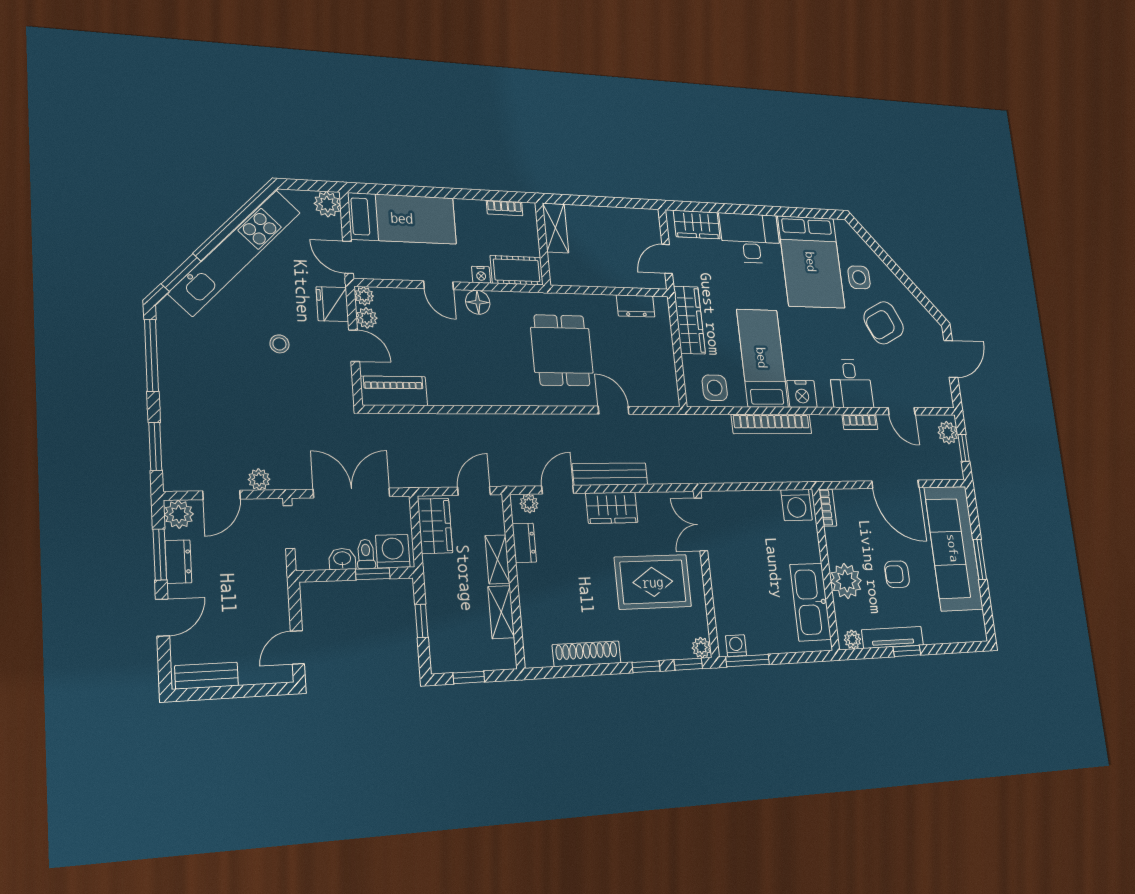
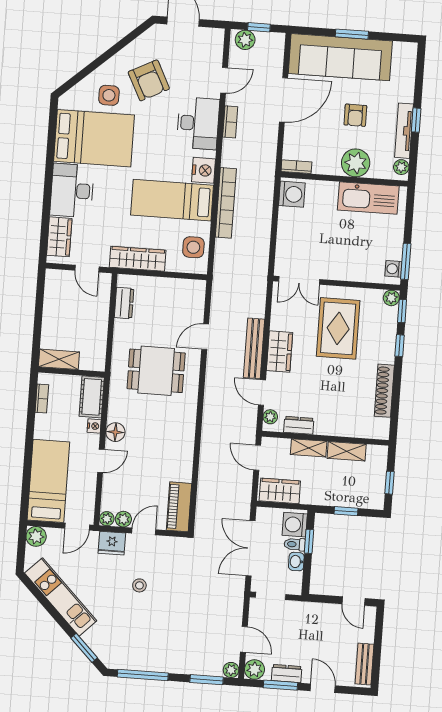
kitchen unit: (235, 252) -> (61, 597), width x0.73
desk: (851, 384) -> (198, 123), width x1.37
plant: (259, 479) -> (231, 670), moved

